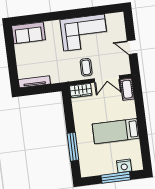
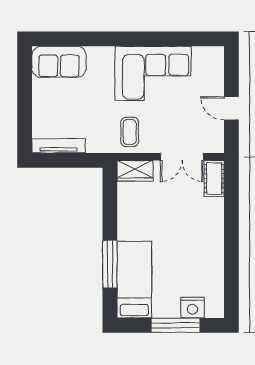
coffee table: (86, 67) -> (130, 132), moved
bed: (116, 131) -> (134, 280), moved, turned 90

